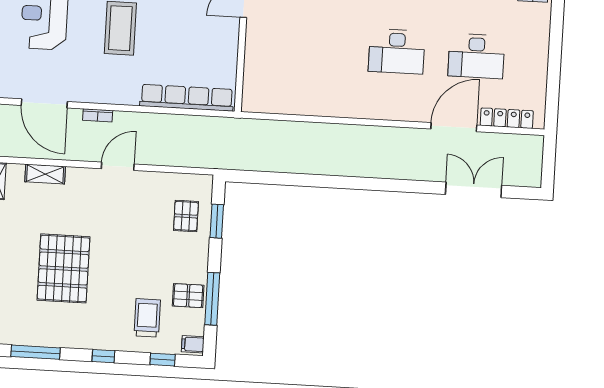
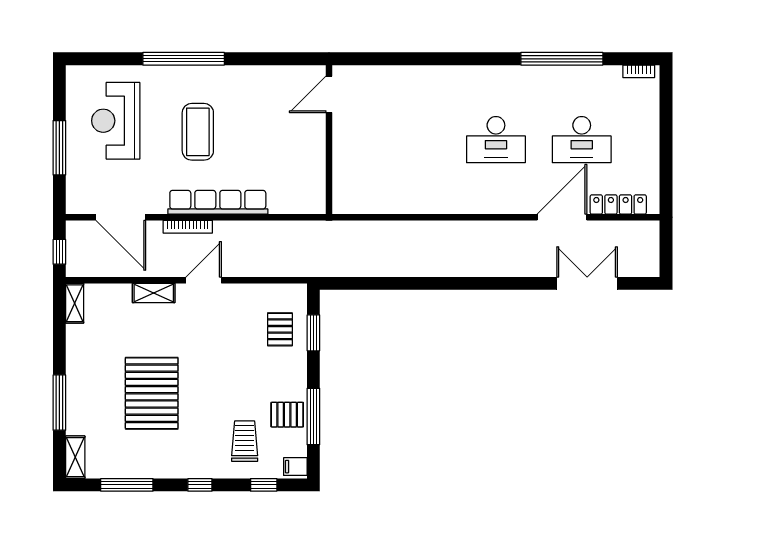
row of seats: (187, 98) -> (218, 202), moved
bookcase: (98, 115) -> (188, 227), width x1.56
shelving: (45, 174) -> (154, 293), moved

